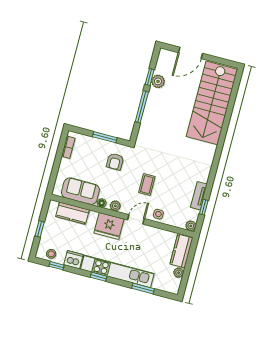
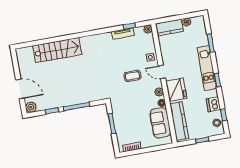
plant: (158, 81) -> (31, 107), moved
stairs: (212, 103) -> (57, 50), width x0.73, depth x0.66
armchair: (115, 162) -> (126, 107), removed
kitchen counter: (73, 213) -> (179, 121), width x1.50
kitchen unit: (117, 271) -> (207, 68), width x0.73

